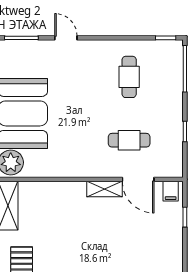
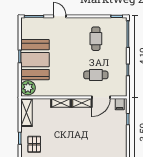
door: (138, 179) -> (101, 97), hinge flipped
shelving: (68, 189) -> (61, 103), added

